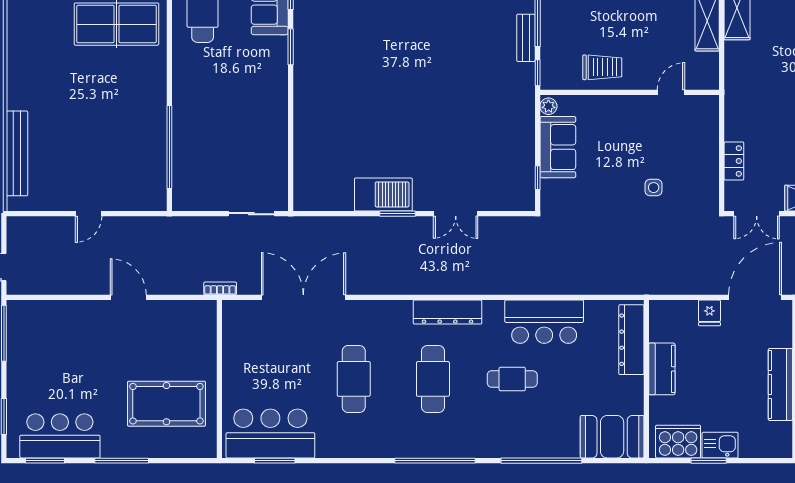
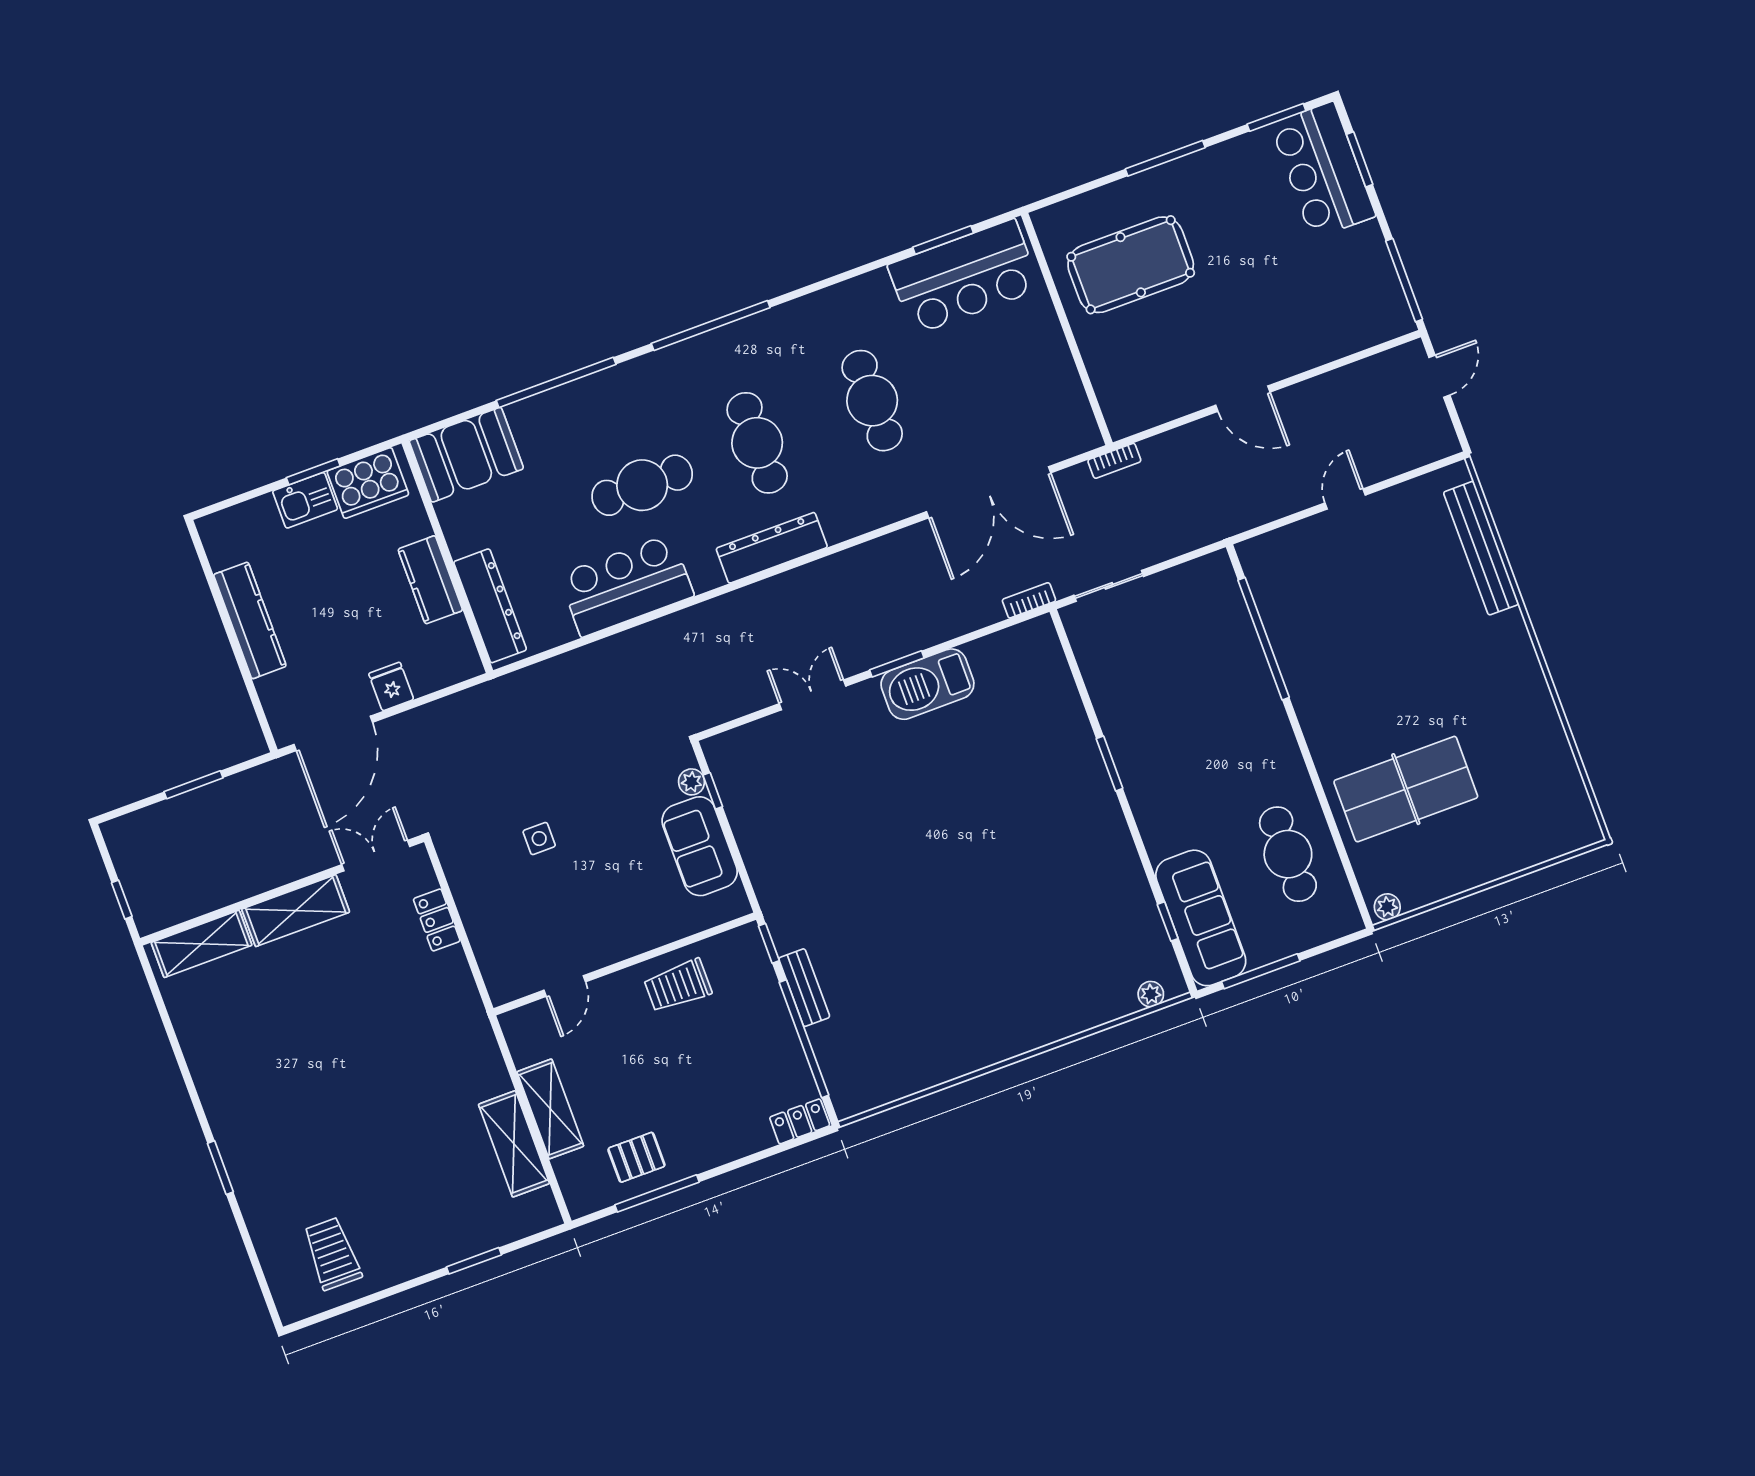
window: (291, 47) -> (1110, 763), moved
plant: (548, 106) -> (691, 782), moved
bookcase: (303, 223) -> (1029, 600), added
cafe table: (512, 379) -> (642, 485), width x1.37, depth x1.35
bar counter: (60, 436) -> (1323, 170), moved, turned 90

